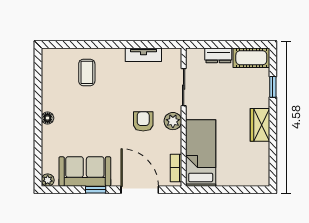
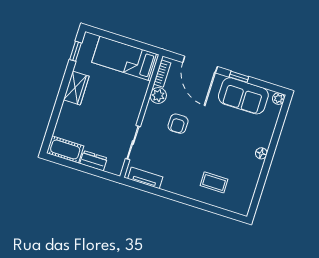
tv unit: (143, 55) -> (145, 178), moved
coffee table: (87, 72) -> (214, 182), turned 90
window: (273, 87) -> (75, 51), moved
plant: (173, 121) -> (158, 96), moved
bed: (201, 153) -> (125, 58), moved, turned 90

